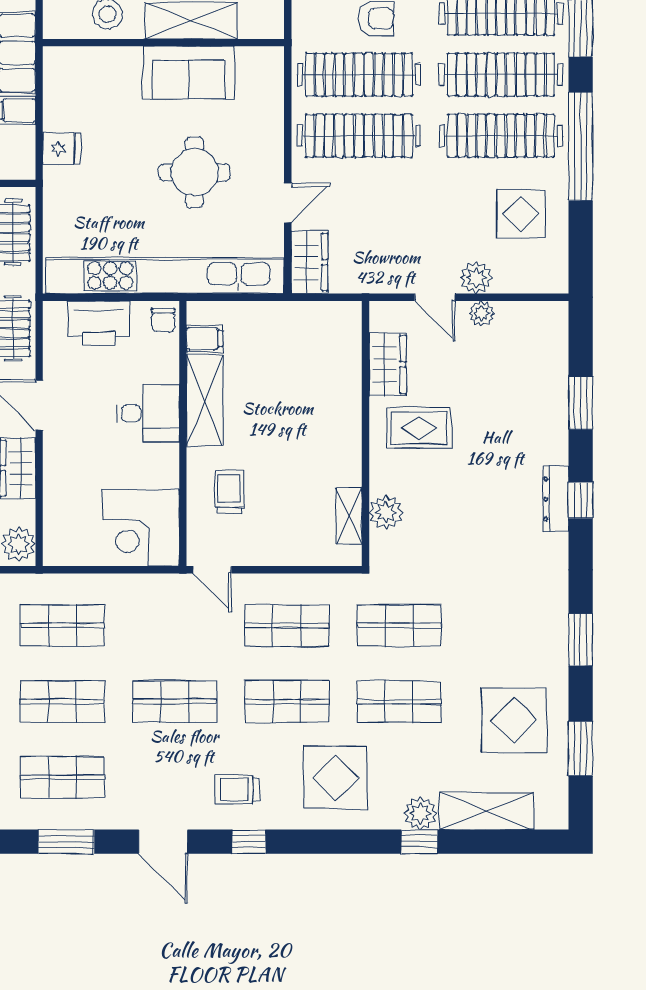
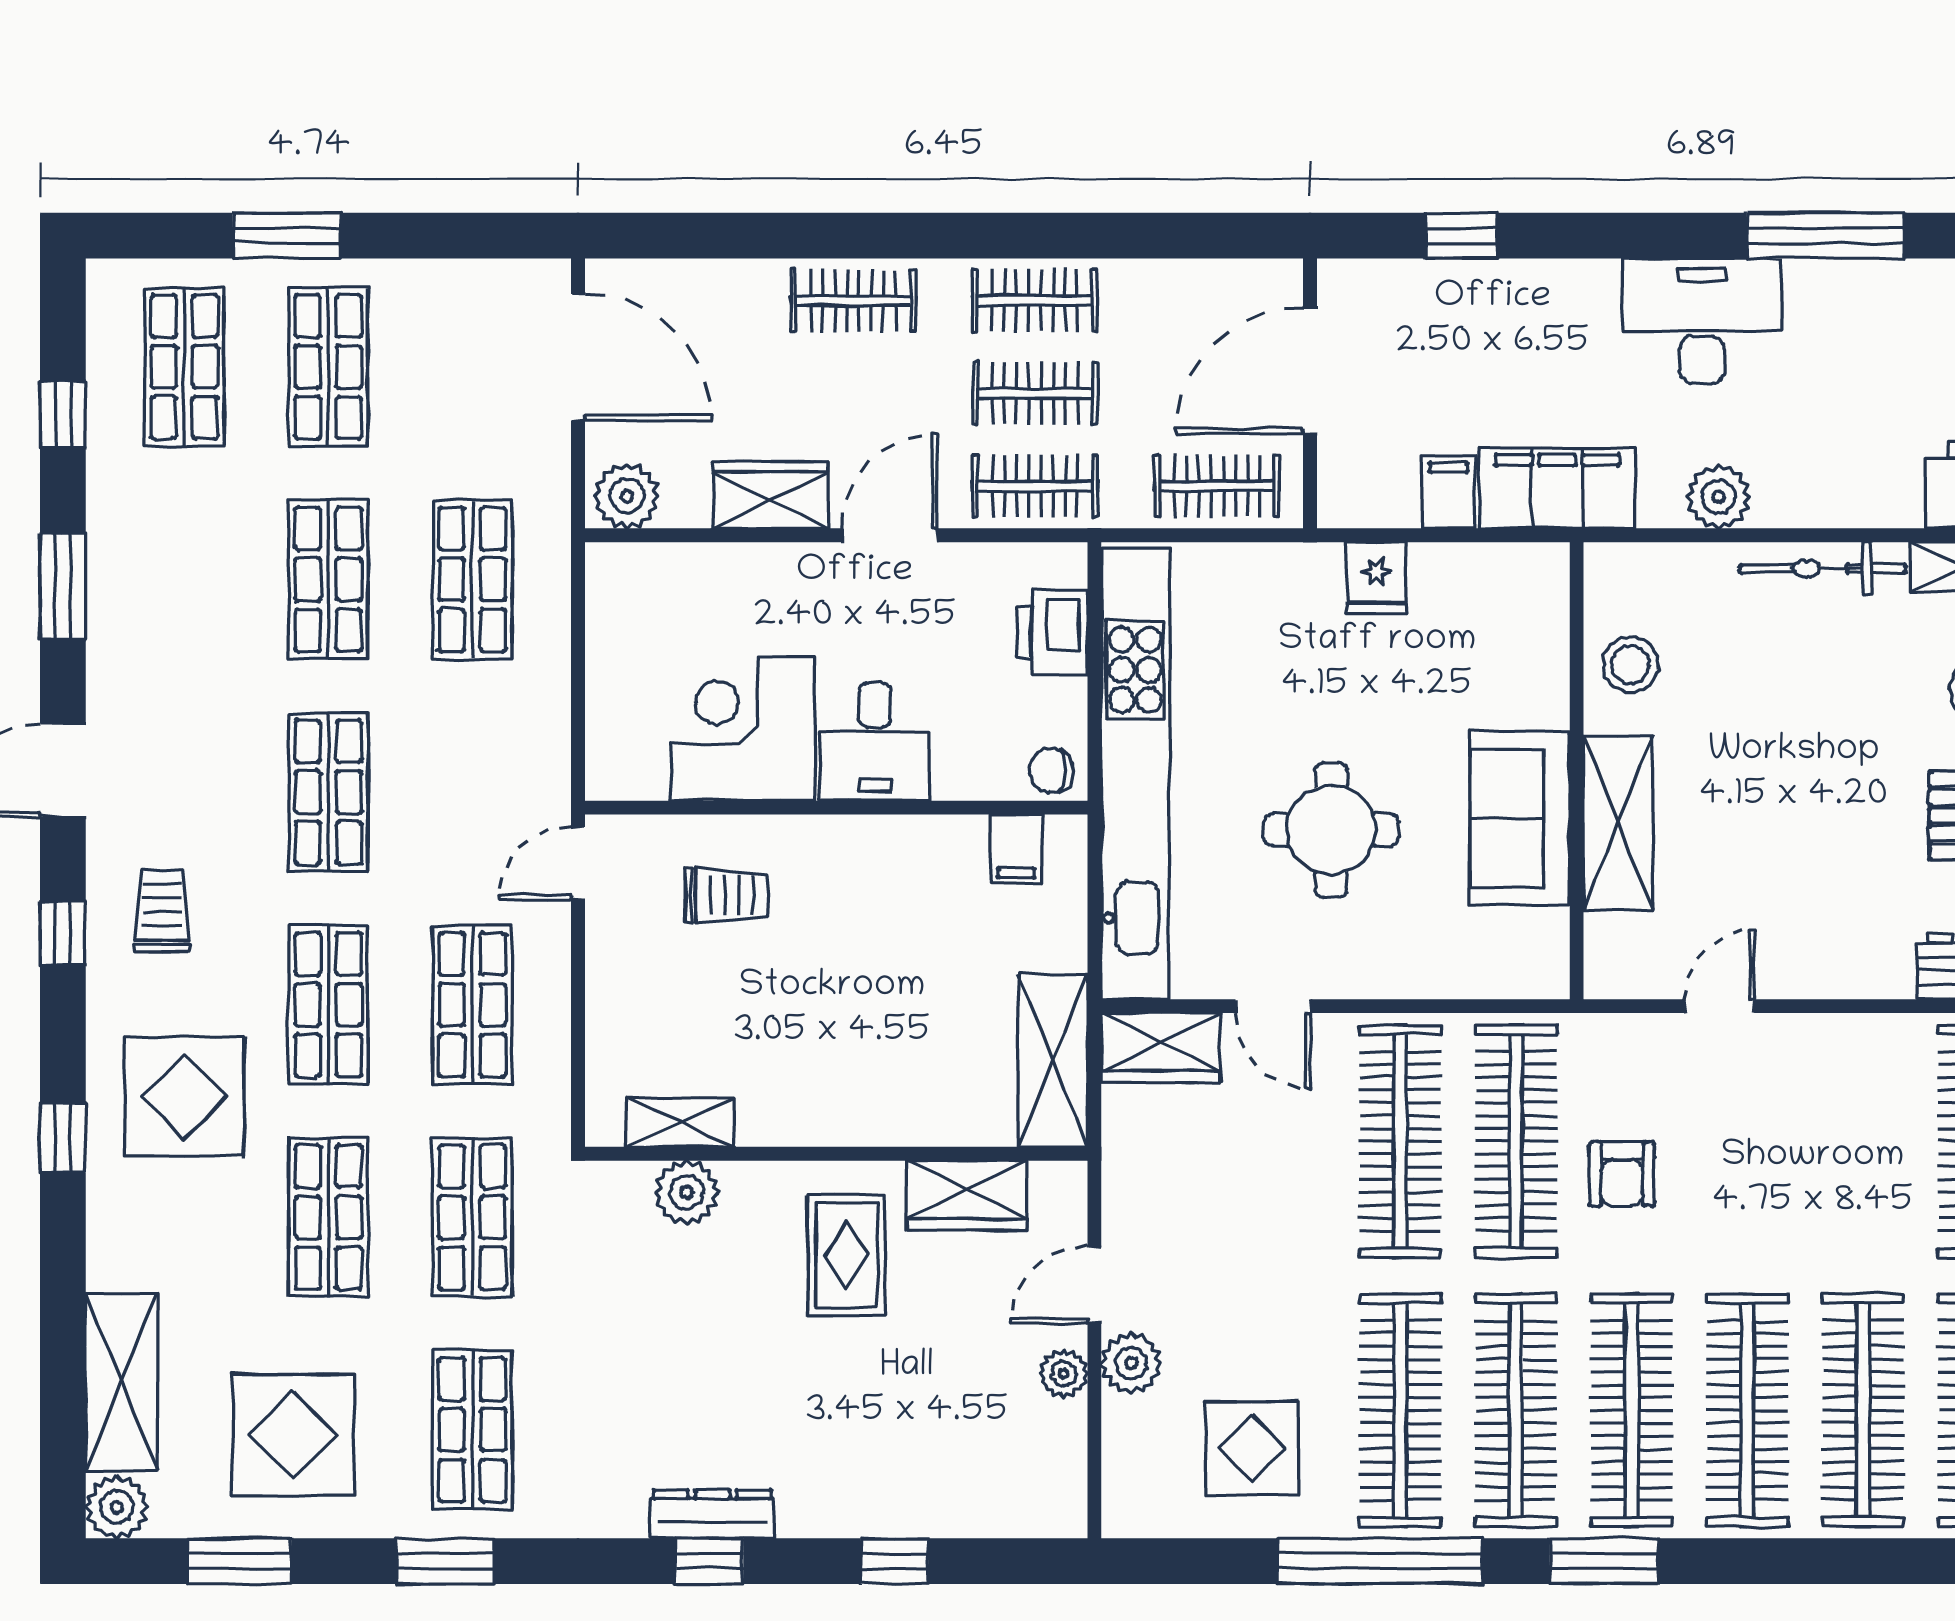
printer: (99, 323) -> (1052, 632), width x0.73, depth x0.84
shelving: (205, 400) -> (1053, 1060), moved, turned 90
window: (581, 403) -> (894, 1561), width x0.67
corner desk: (141, 528) -> (743, 729), moved
shop shelf: (62, 777) -> (472, 1430), moved
plant: (420, 813) -> (117, 1507), moved
window: (419, 842) -> (63, 1138), moved

